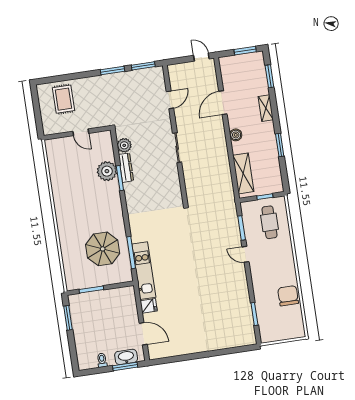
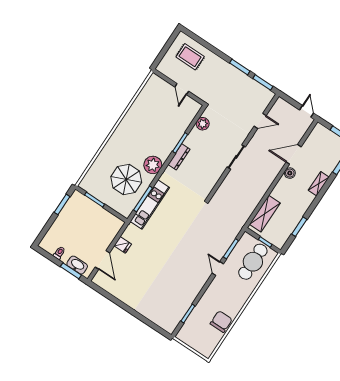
rug: (63, 99) -> (190, 57), turned 90
boiler: (236, 135) -> (290, 173), moved
window: (280, 145) -> (299, 227), moved
dresser: (126, 168) -> (179, 157), moved
plant: (107, 171) -> (153, 165), moved
cafe table: (269, 222) -> (253, 262), width x1.37, depth x1.35
kitchen unit: (144, 271) -> (150, 204), moved

